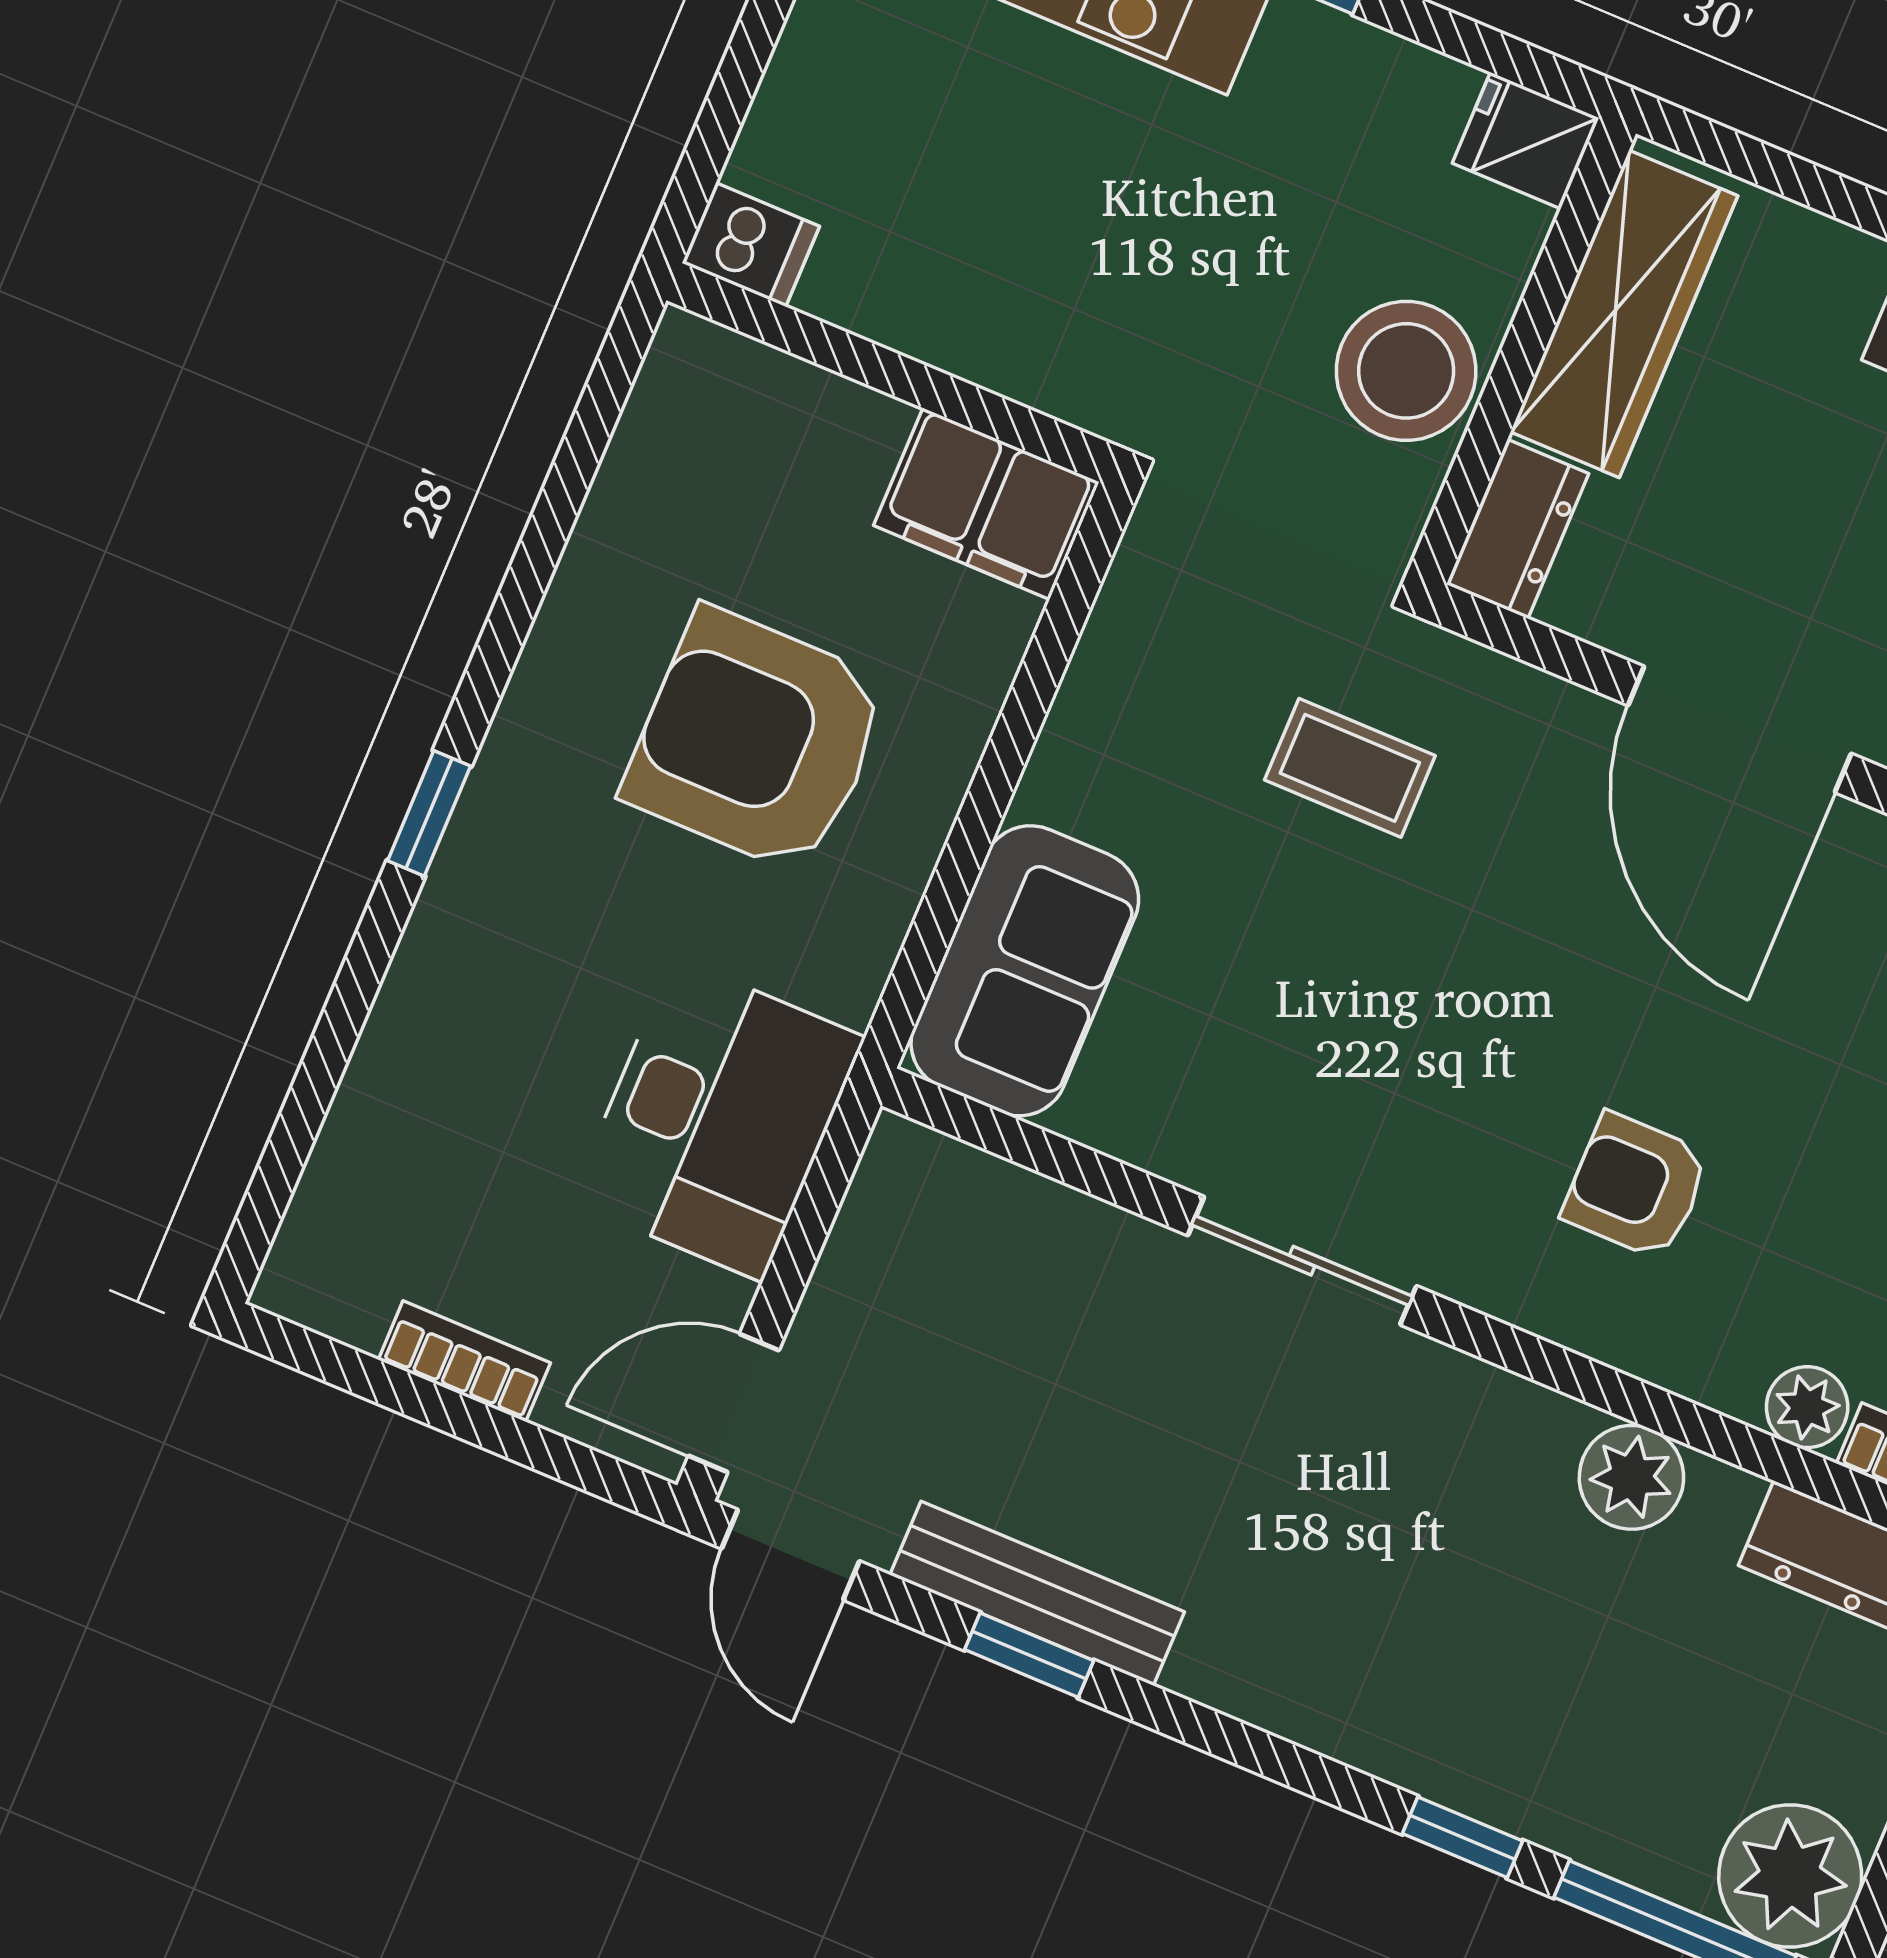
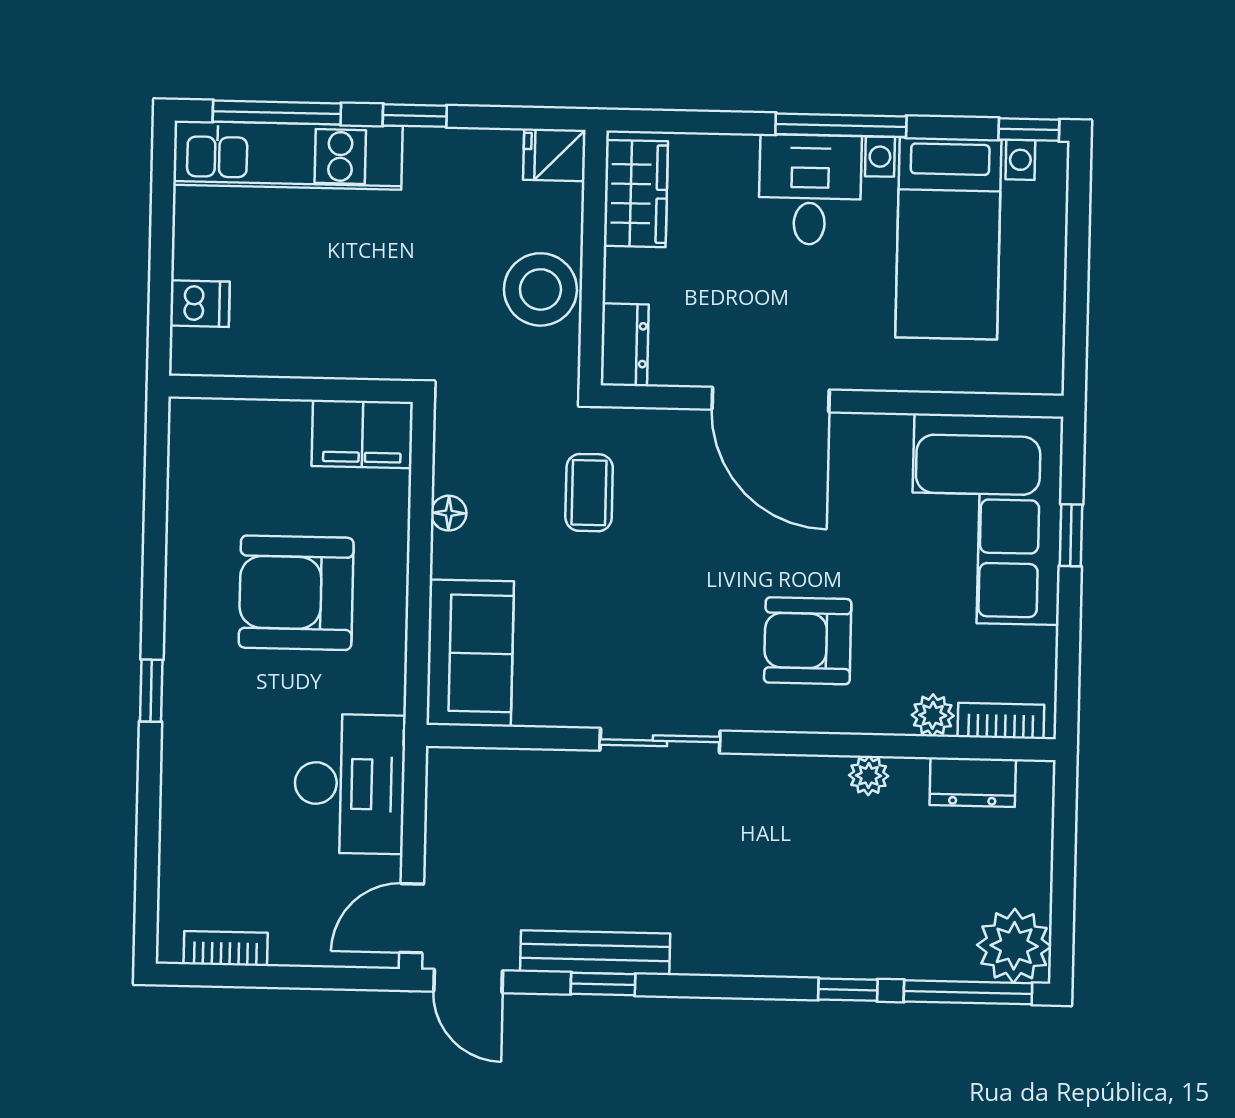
dishwasher: (751, 245) -> (200, 304), moved
wardrobe: (1624, 314) -> (636, 194), width x0.67
floor lamp: (1085, 706) -> (449, 513), added
coffee table: (1350, 768) -> (589, 493), turned 90
armchair: (1636, 1186) -> (808, 641), width x1.38, depth x1.38
bookcase: (464, 1361) -> (226, 948), moved
plant: (1631, 1477) -> (869, 776), width x0.73, depth x0.73

